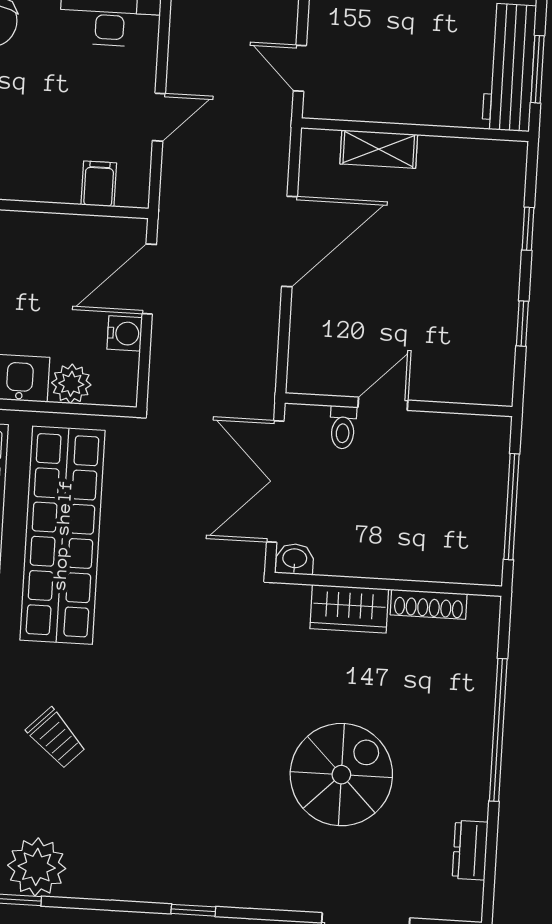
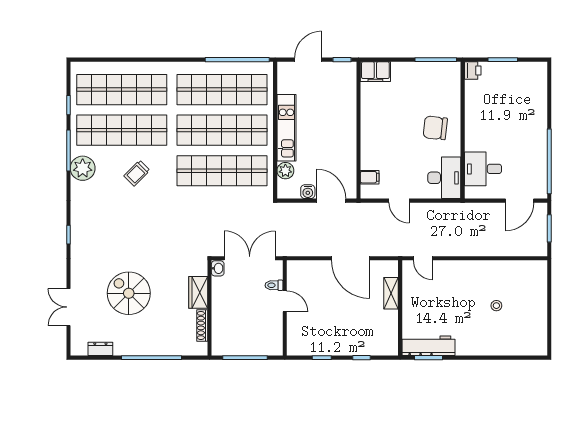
door: (300, 68) -> (423, 258), swing flipped
spiral stairs: (341, 775) -> (129, 293), turned 180

